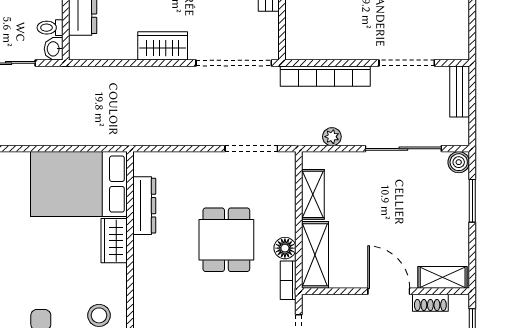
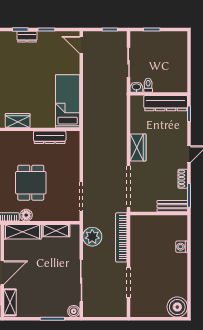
bench: (460, 92) -> (113, 312), removed
plant: (332, 137) -> (92, 237), width x1.87, depth x1.87
bed: (79, 184) -> (68, 101), width x0.67
dining table: (226, 240) -> (31, 183), turned 90
wardrobe: (114, 241) -> (18, 121), moved

